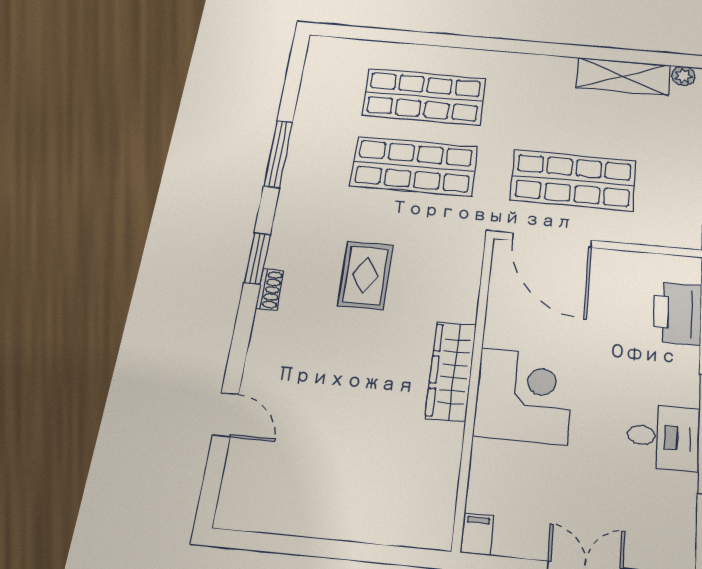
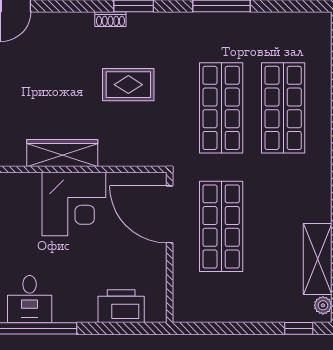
door: (552, 240) -> (170, 214), hinge flipped
corner desk: (524, 396) -> (74, 204), moved

